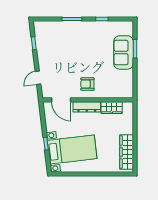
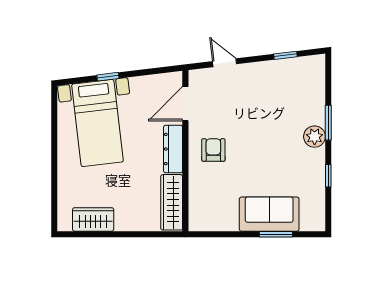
plant: (80, 27) -> (315, 137), added
wardrobe: (112, 108) -> (172, 202), width x1.50
wardrobe: (127, 152) -> (93, 219), width x0.67

